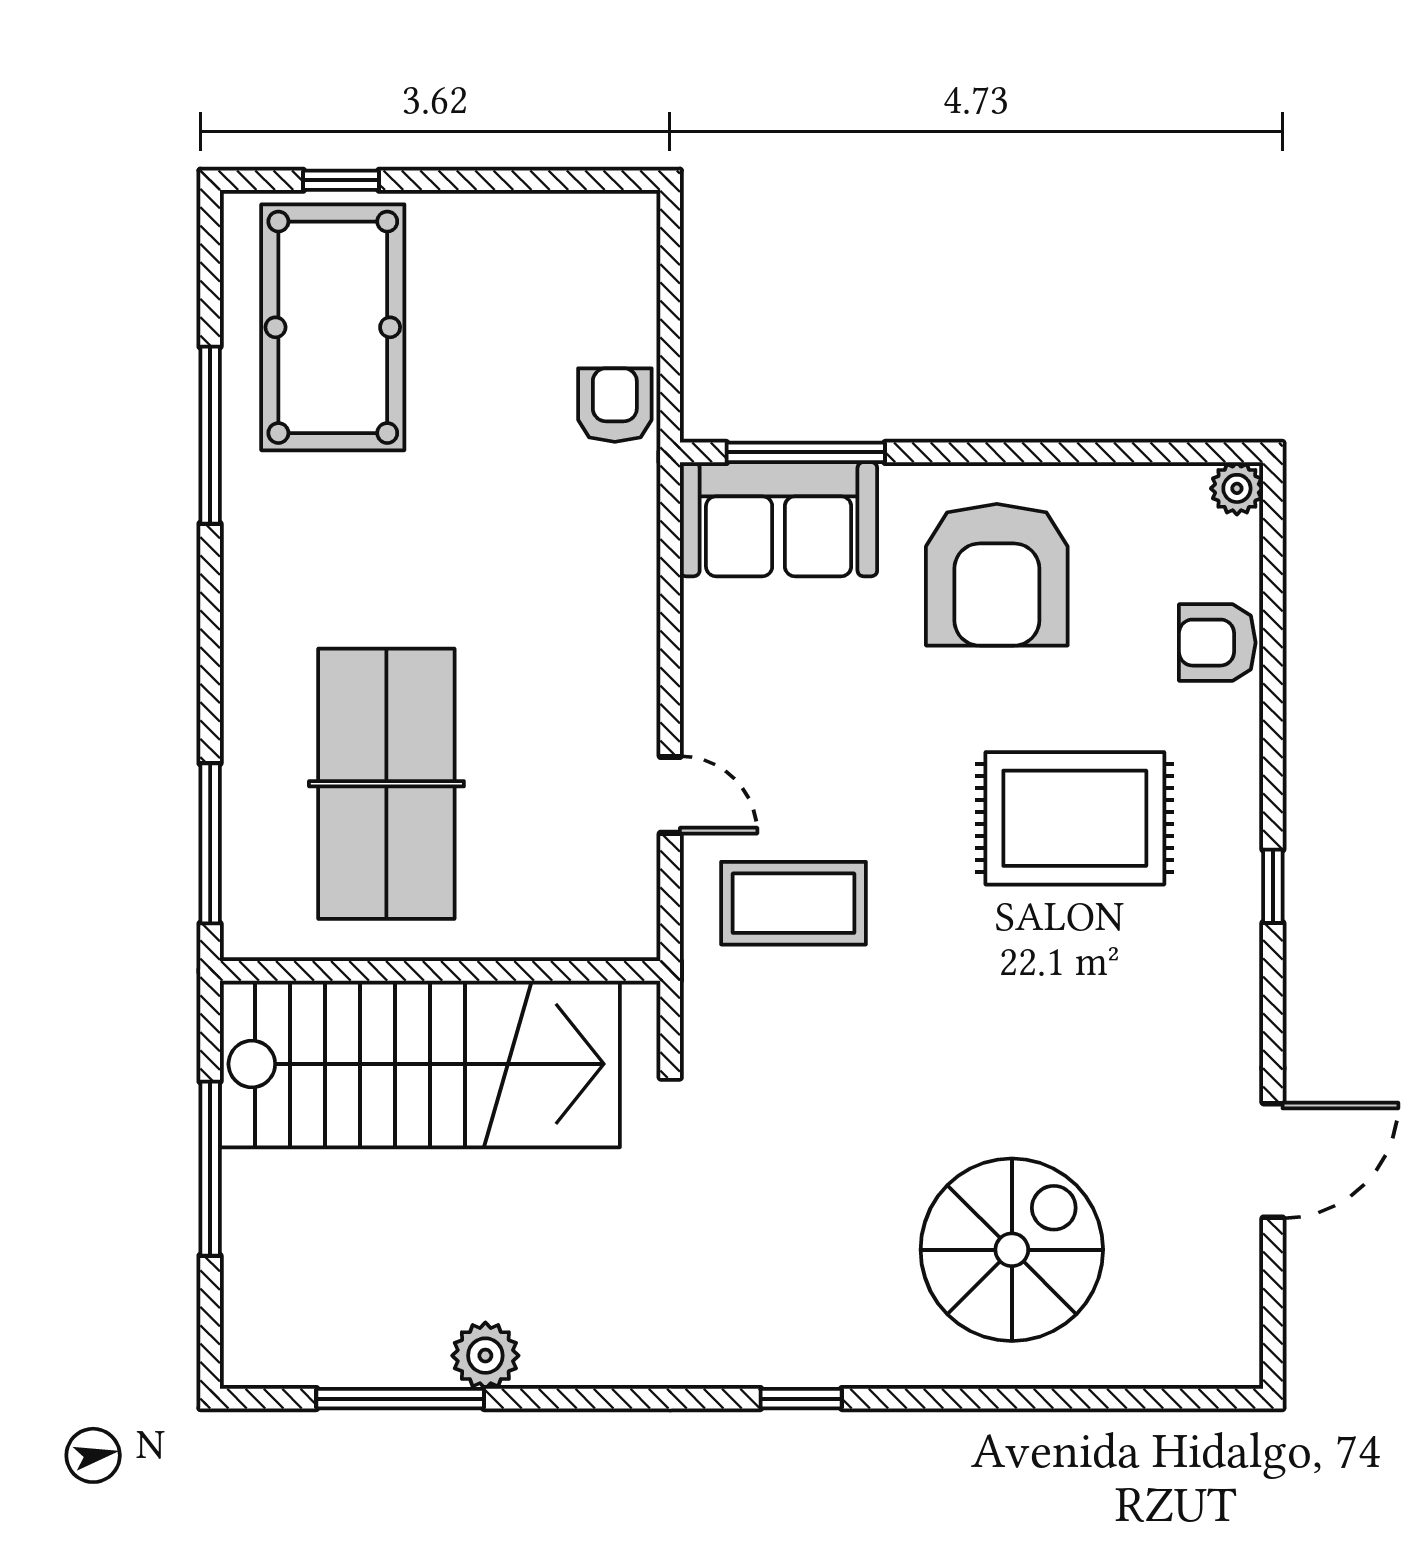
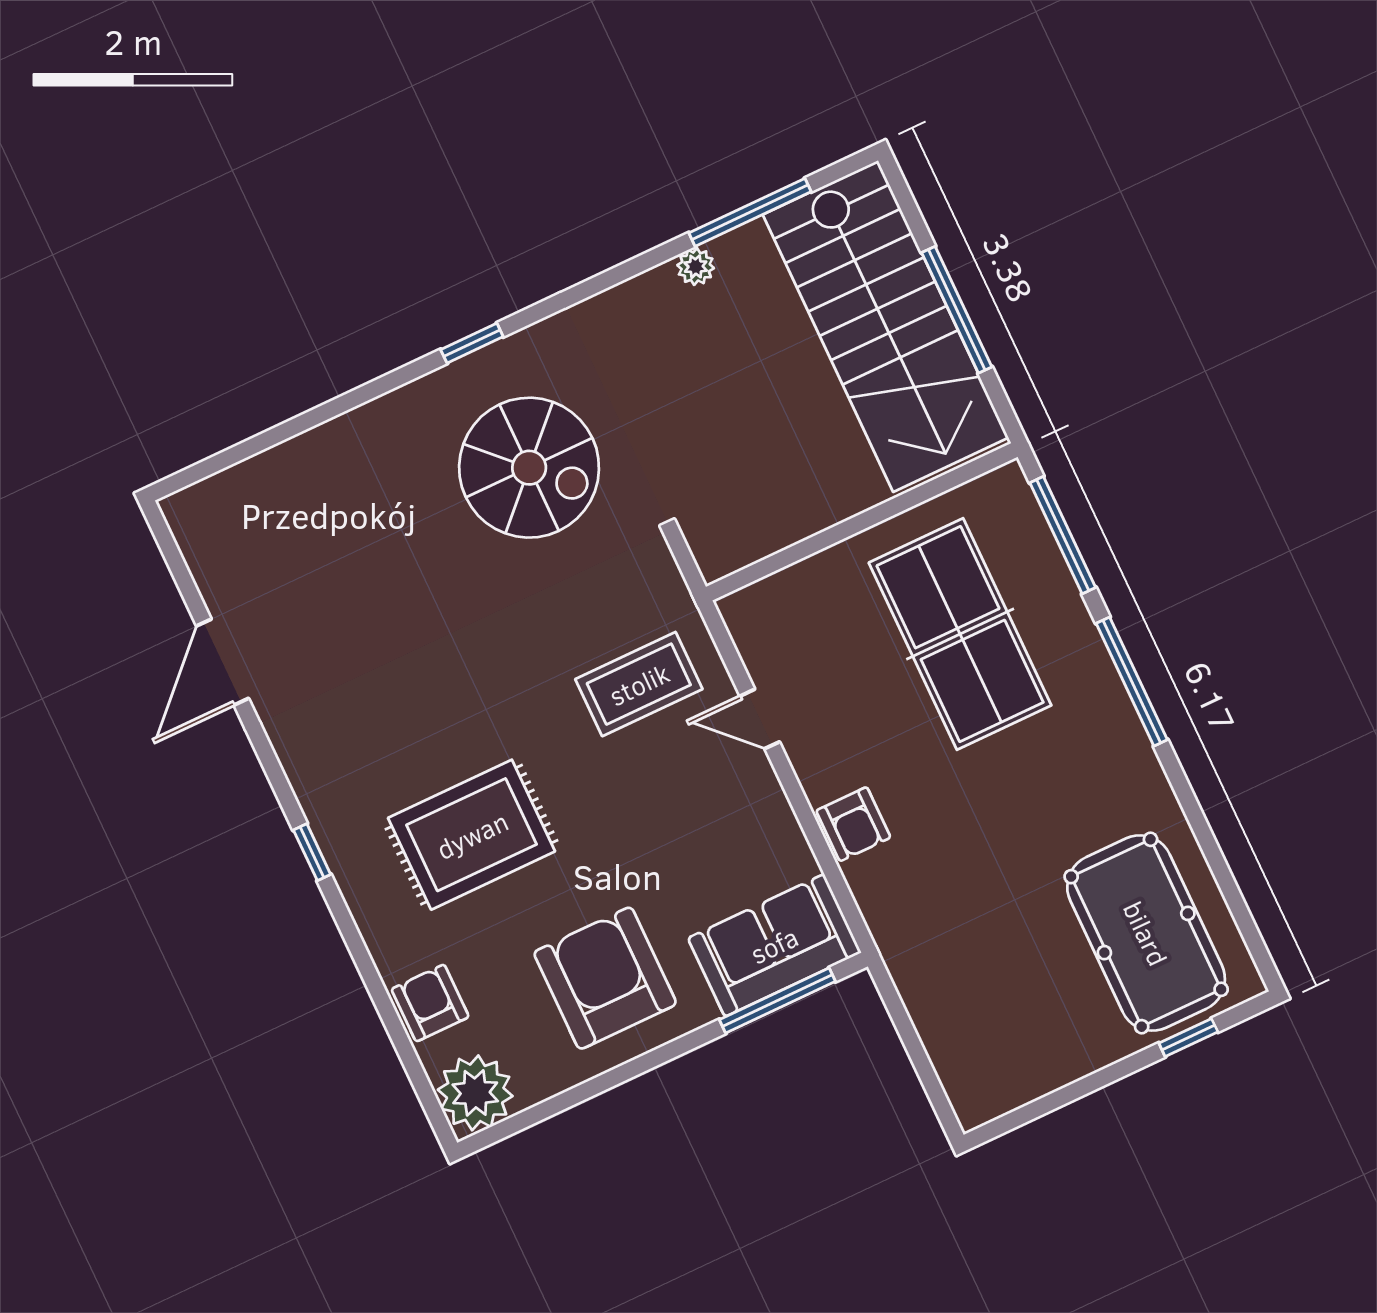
armchair: (615, 405) -> (853, 824), moved
window: (210, 435) -> (1132, 682), moved
plant: (1237, 488) -> (475, 1093), width x1.88, depth x1.88
armchair: (1217, 643) -> (430, 1003), turned -90
stairs: (420, 1064) -> (886, 326), moved, turned -90
spiral stairs: (1012, 1250) -> (529, 468), moved, turned -90
plant: (485, 1356) -> (696, 267), width x0.73, depth x0.73

